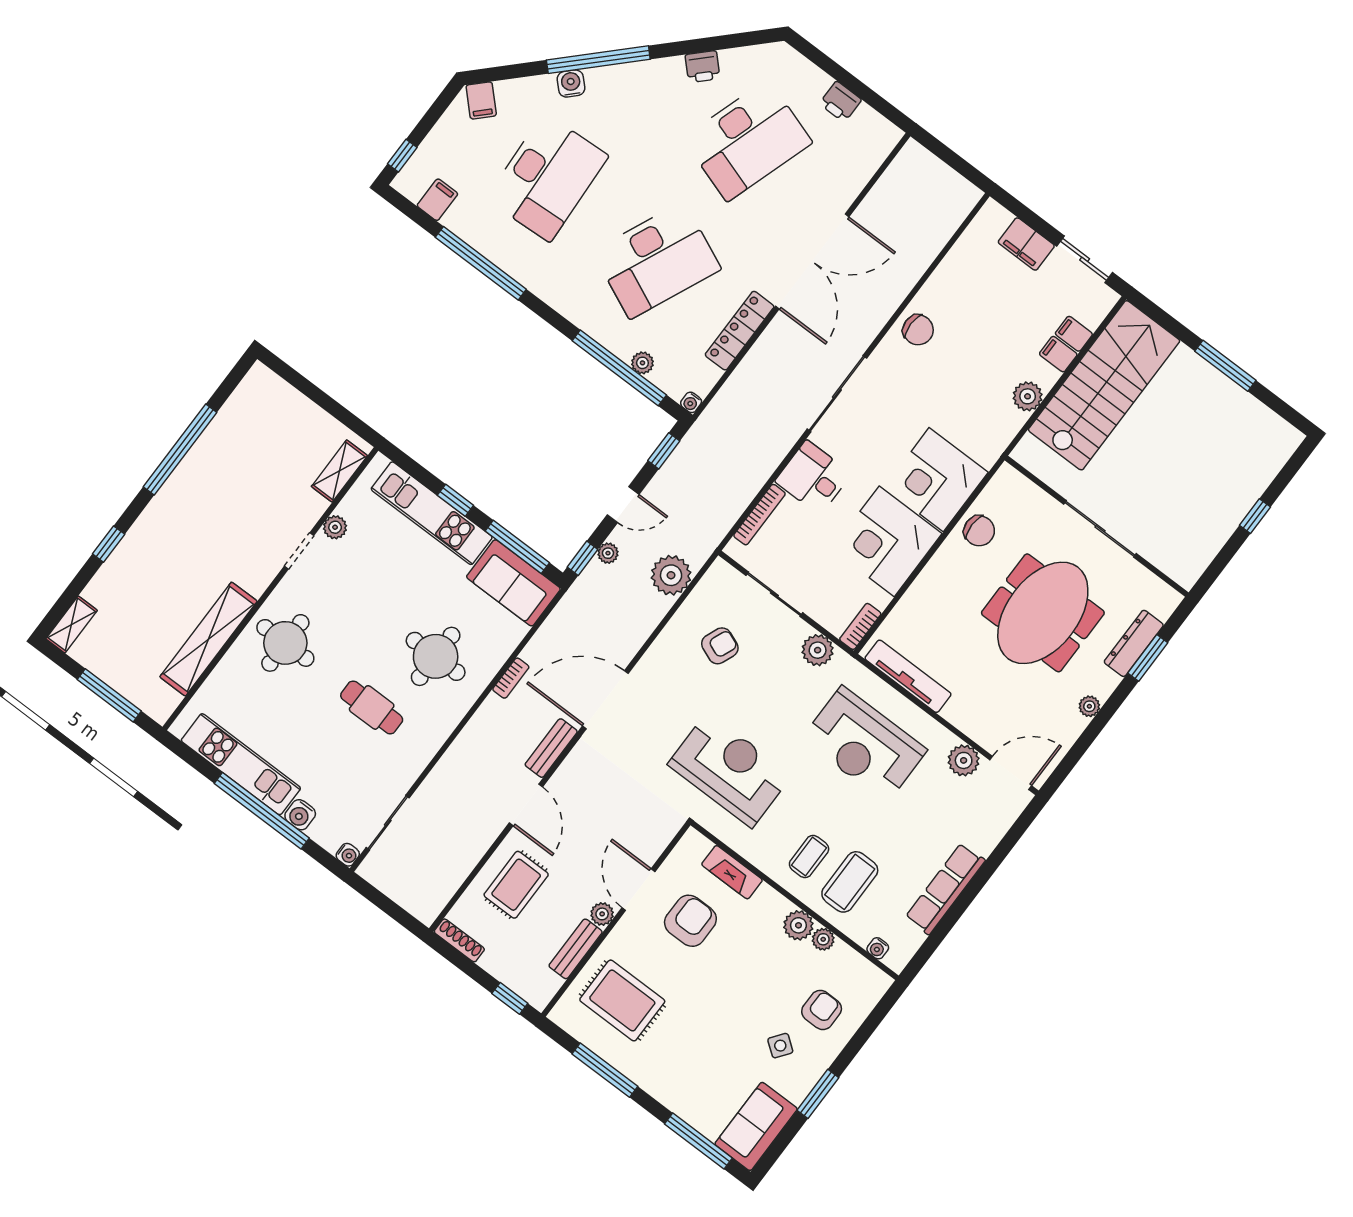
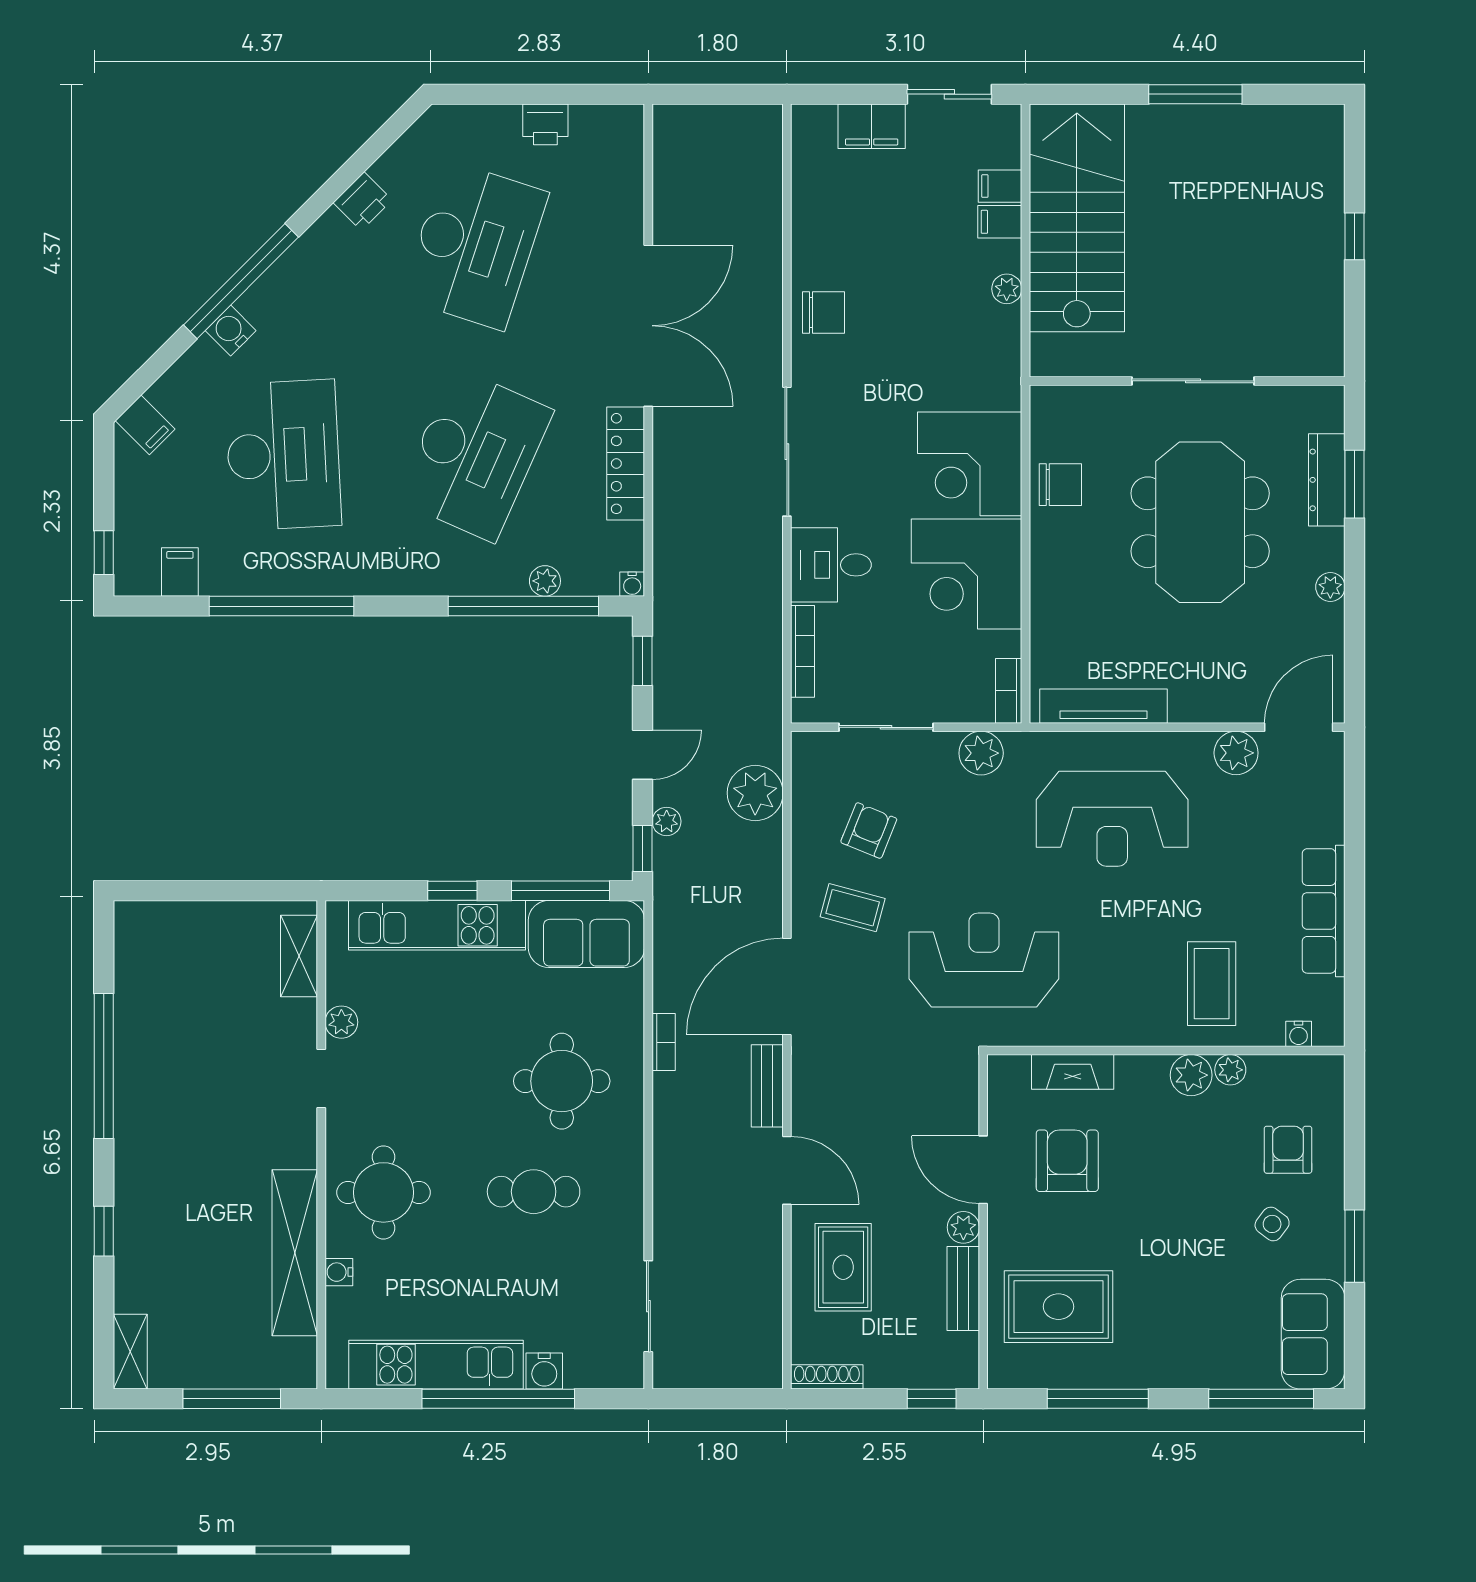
plant: (1028, 396) -> (1007, 289), width x0.73, depth x0.73
water cooler: (348, 855) -> (339, 1272), moved, turned 180
coffee table: (809, 857) -> (853, 908), moved, turned -75

